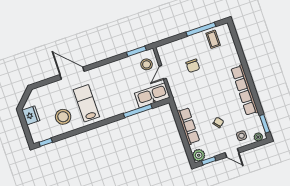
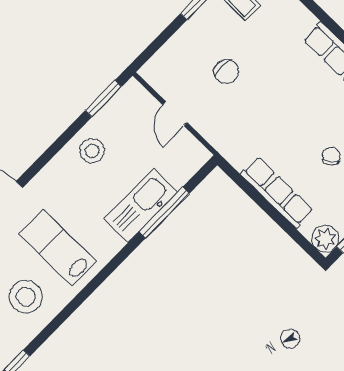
stool: (147, 64) -> (92, 151), moved
kitchen sink: (152, 95) -> (141, 205), moved

